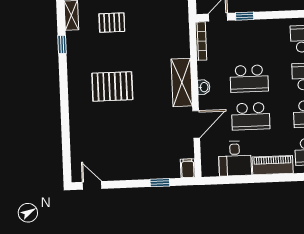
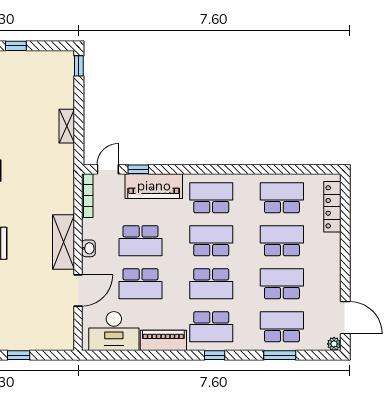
piano: (259, 30) -> (154, 186), added
desk: (235, 158) -> (114, 331), width x1.37
filing cabinet: (188, 168) -> (66, 340), removed
window: (160, 183) -> (19, 355), moved

